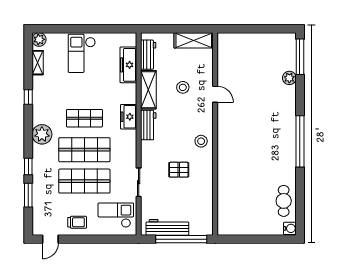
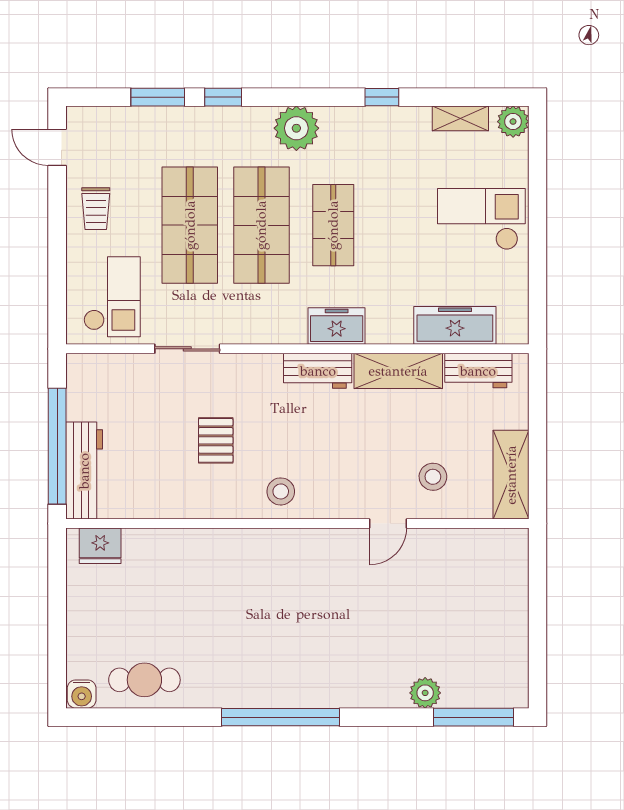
stool: (183, 87) -> (433, 477), moved
fridge: (225, 220) -> (100, 546), added
workbench: (167, 227) -> (84, 471), moved

